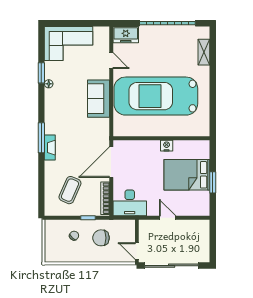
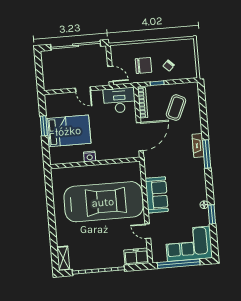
window: (81, 23) -> (179, 264), added
shelving: (204, 52) -> (63, 258), moved
door: (137, 251) -> (110, 74), moved

